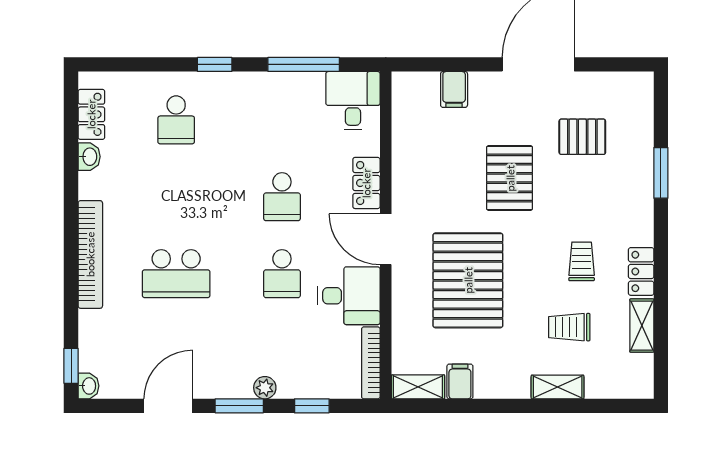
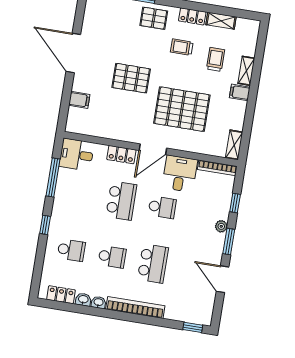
pallet: (582, 137) -> (154, 18), moved, turned 90
school desk: (176, 197) -> (112, 257), added
school desk: (282, 197) -> (121, 201), width x1.85
trolley: (569, 327) -> (216, 59), turned 180
filing cabinet: (460, 381) -> (240, 92), moved
washbasin: (88, 386) -> (99, 302), moved

